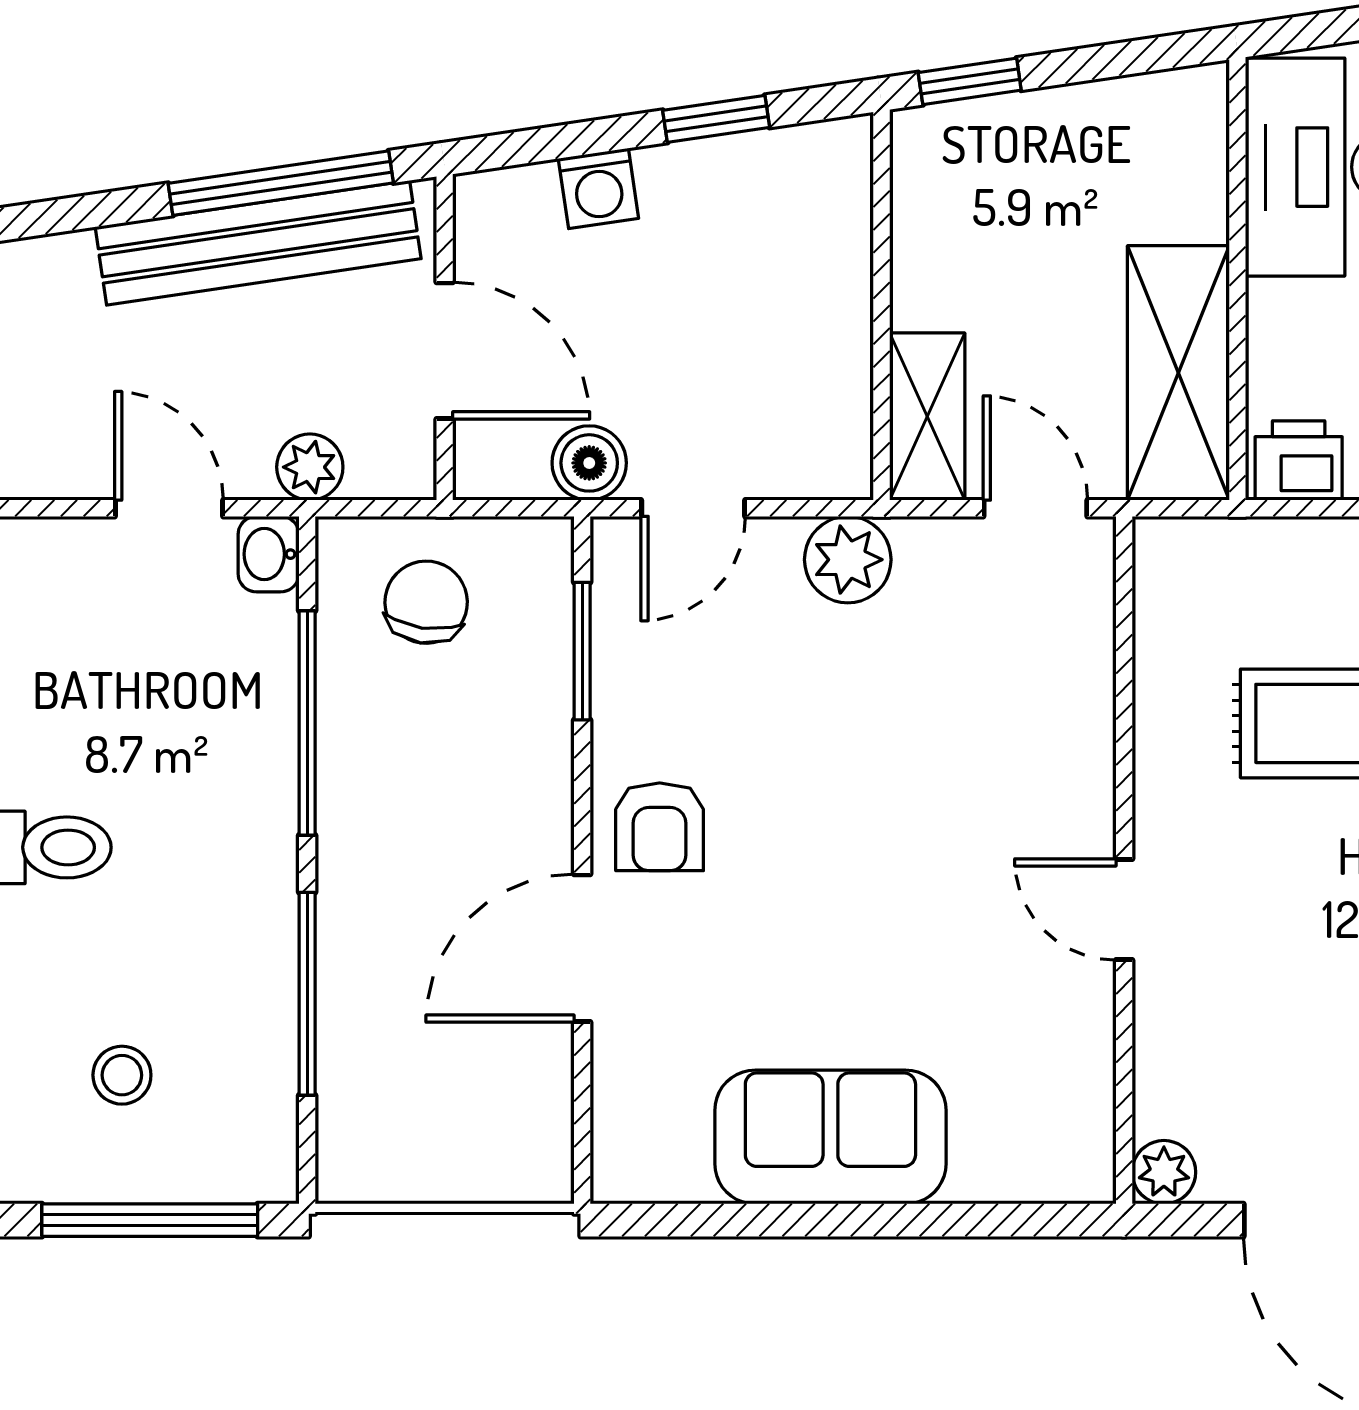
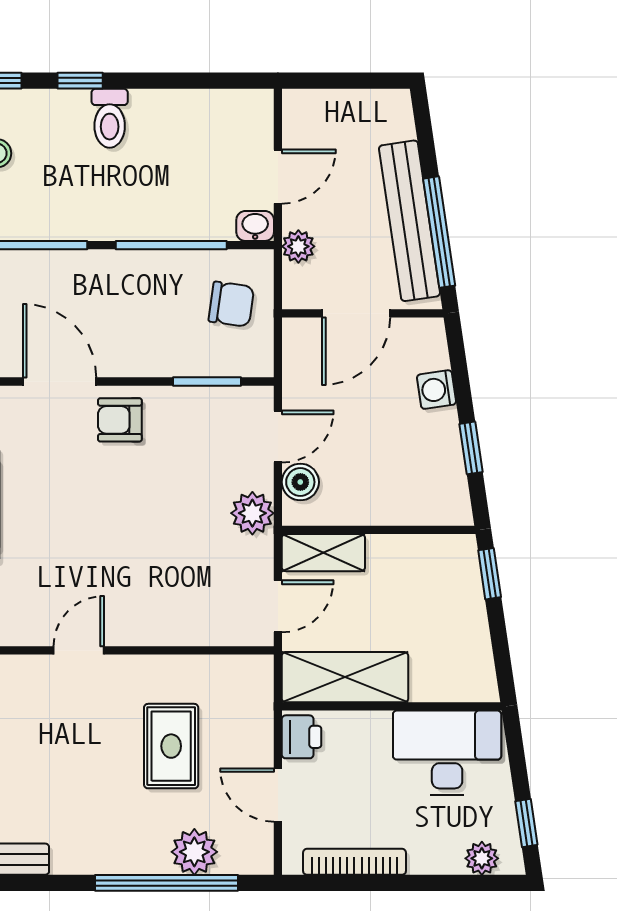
boiler: (589, 463) -> (300, 482), moved
door: (693, 508) -> (278, 437), swing flipped

